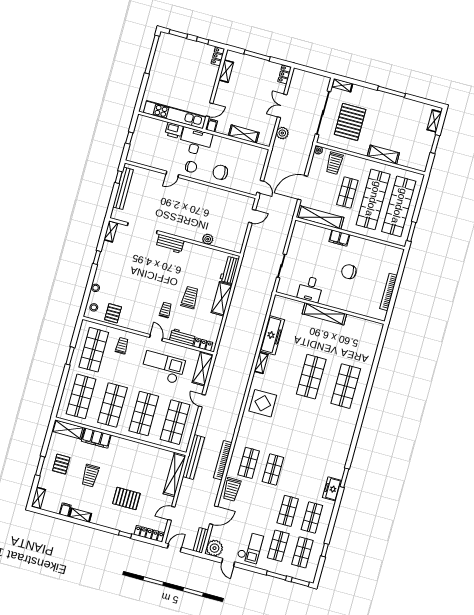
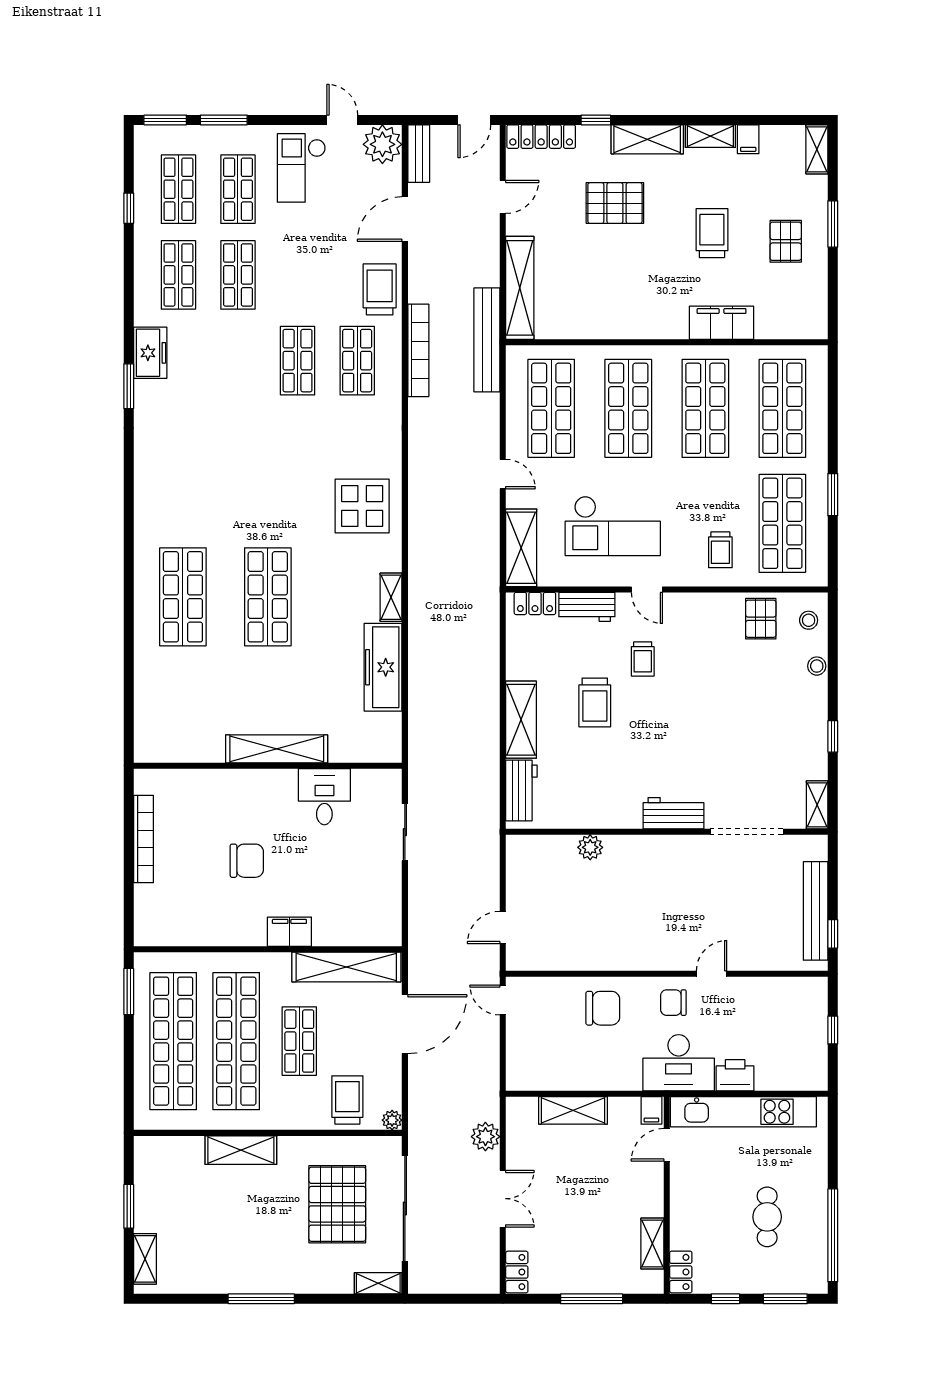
cafe table: (177, 69) -> (767, 1217), added
shelving: (68, 429) -> (647, 139), moved

